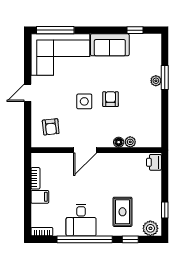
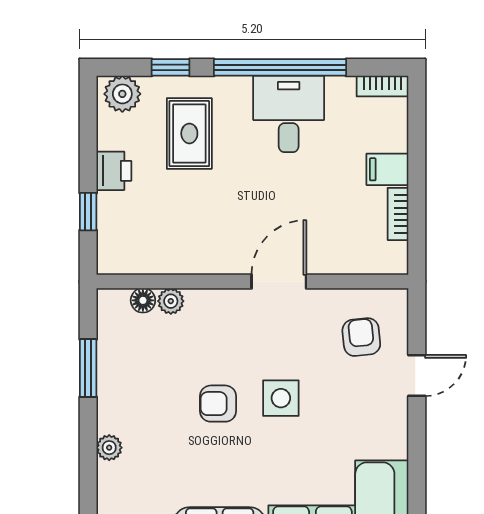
window: (165, 77) -> (88, 368), moved
door: (28, 93) -> (417, 375), moved
armchair: (111, 99) -> (218, 404), turned 90
floor lamp: (119, 142) -> (143, 300), moved
printer: (154, 162) -> (114, 171), moved
window: (165, 210) -> (88, 212), moved

